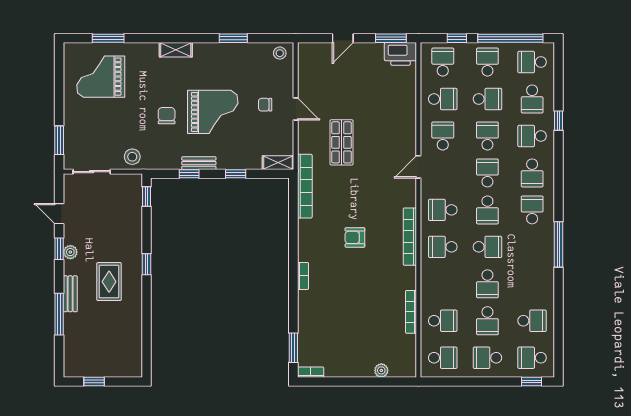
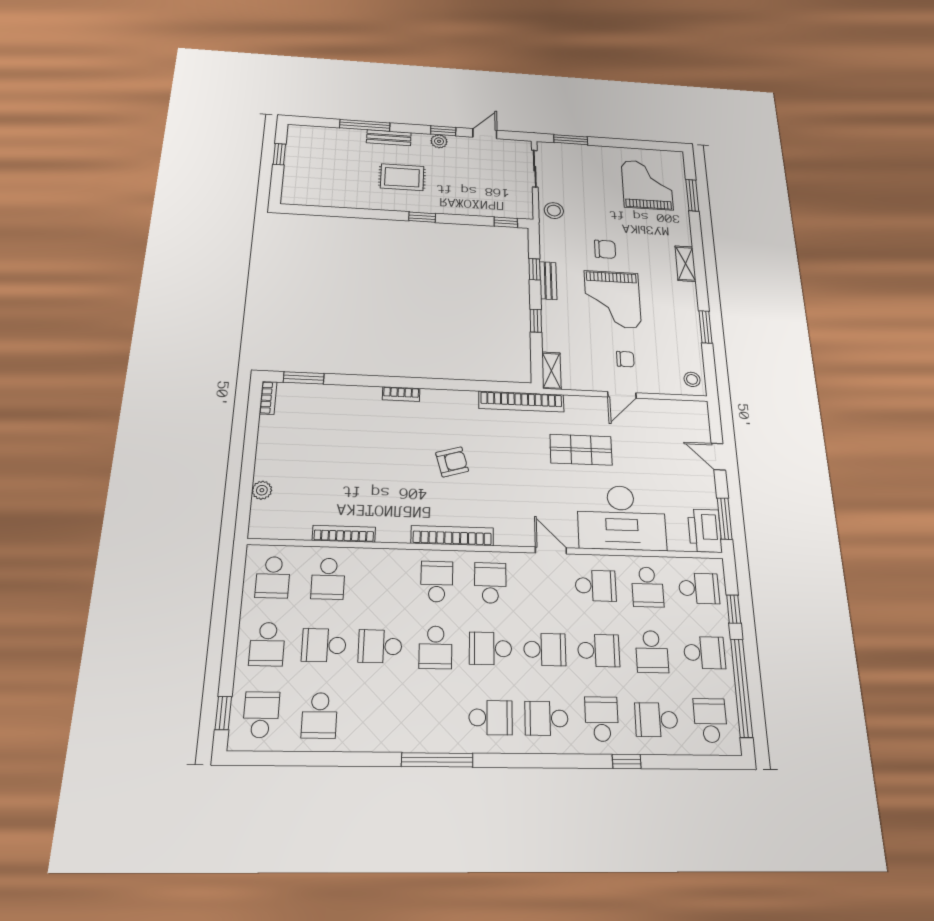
chair: (265, 105) -> (625, 359), turned 90
desk: (393, 115) -> (621, 518), added
armchair: (355, 237) -> (452, 462), turned 74
school desk: (487, 358) -> (267, 644), turned 180

